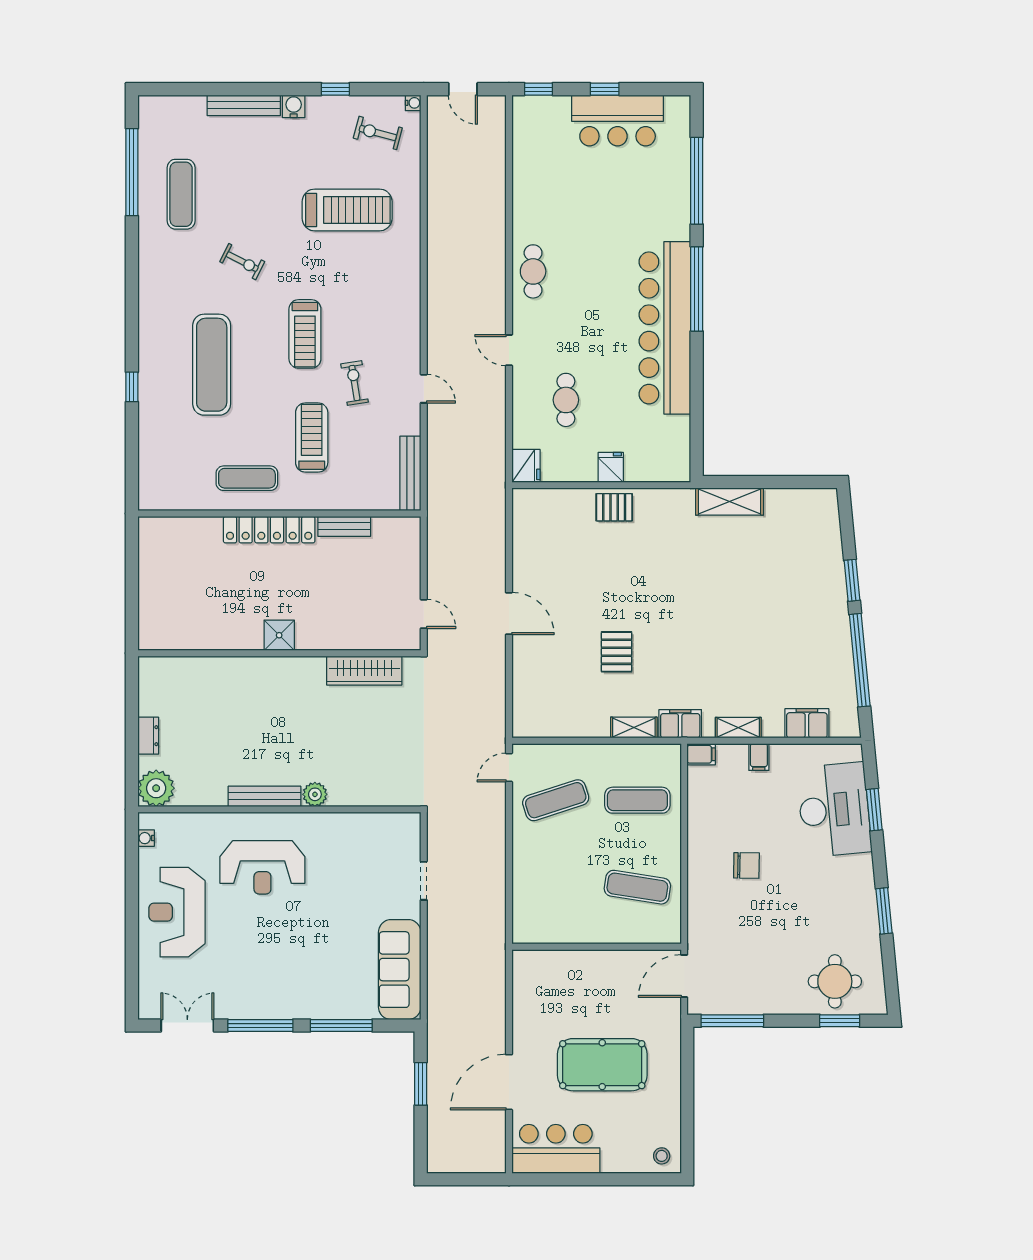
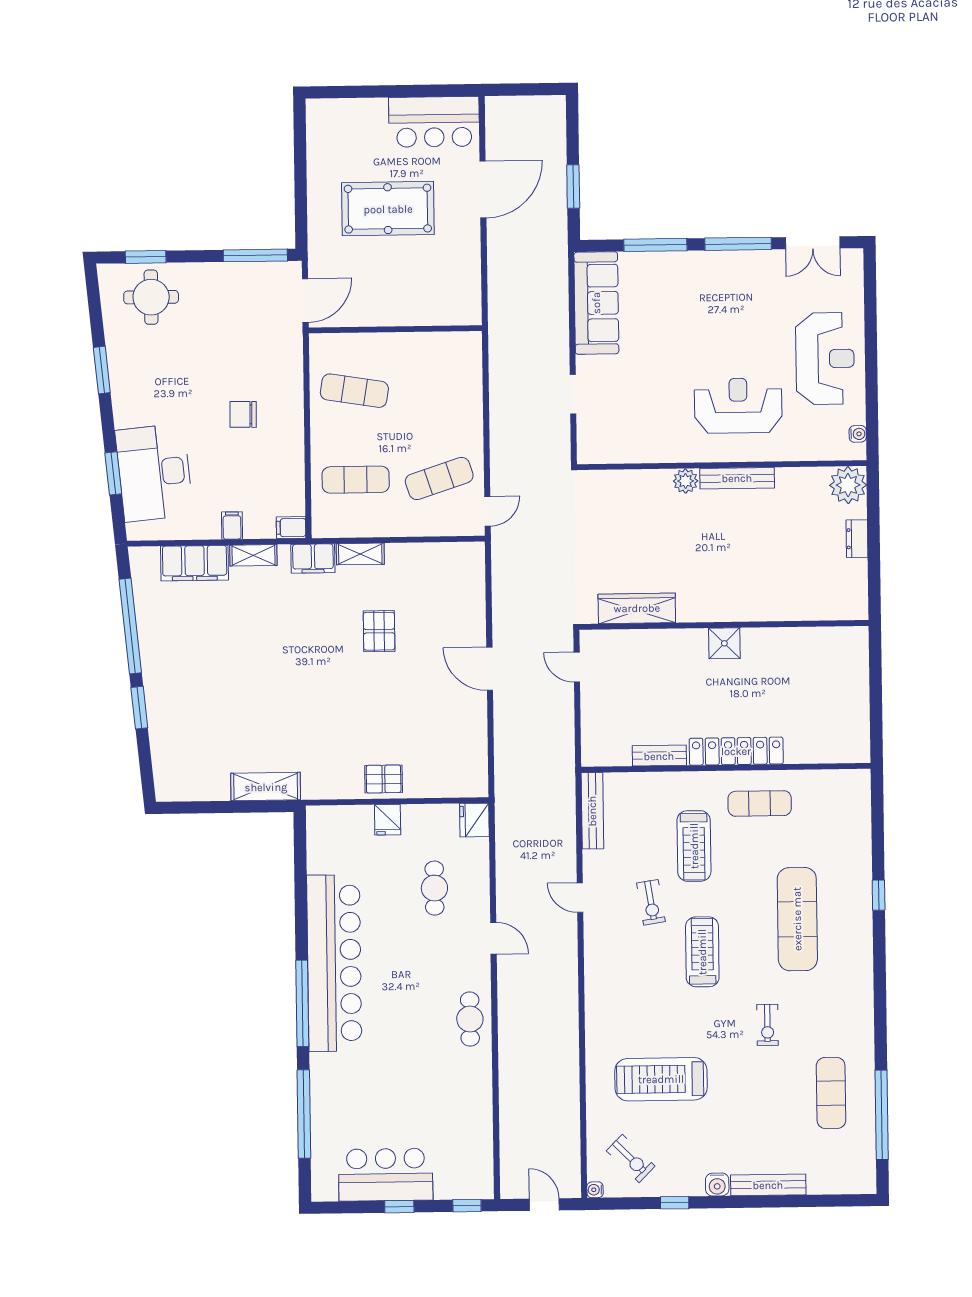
exercise bike: (378, 133) -> (631, 1158), turned 30
exercise bike: (242, 262) -> (767, 1025), turned -117
filing cabinet: (807, 723) -> (195, 563), width x1.50, depth x1.17
stool: (662, 1156) -> (326, 116), removed

